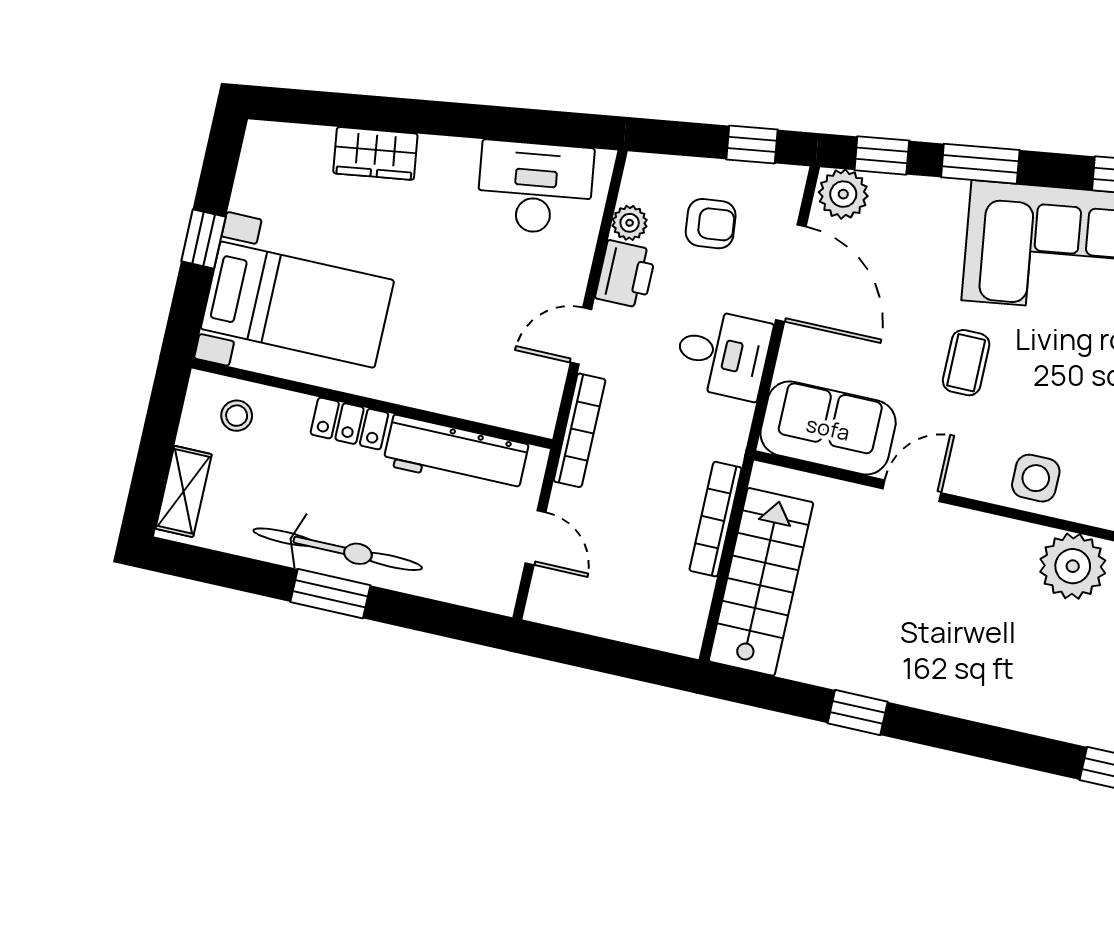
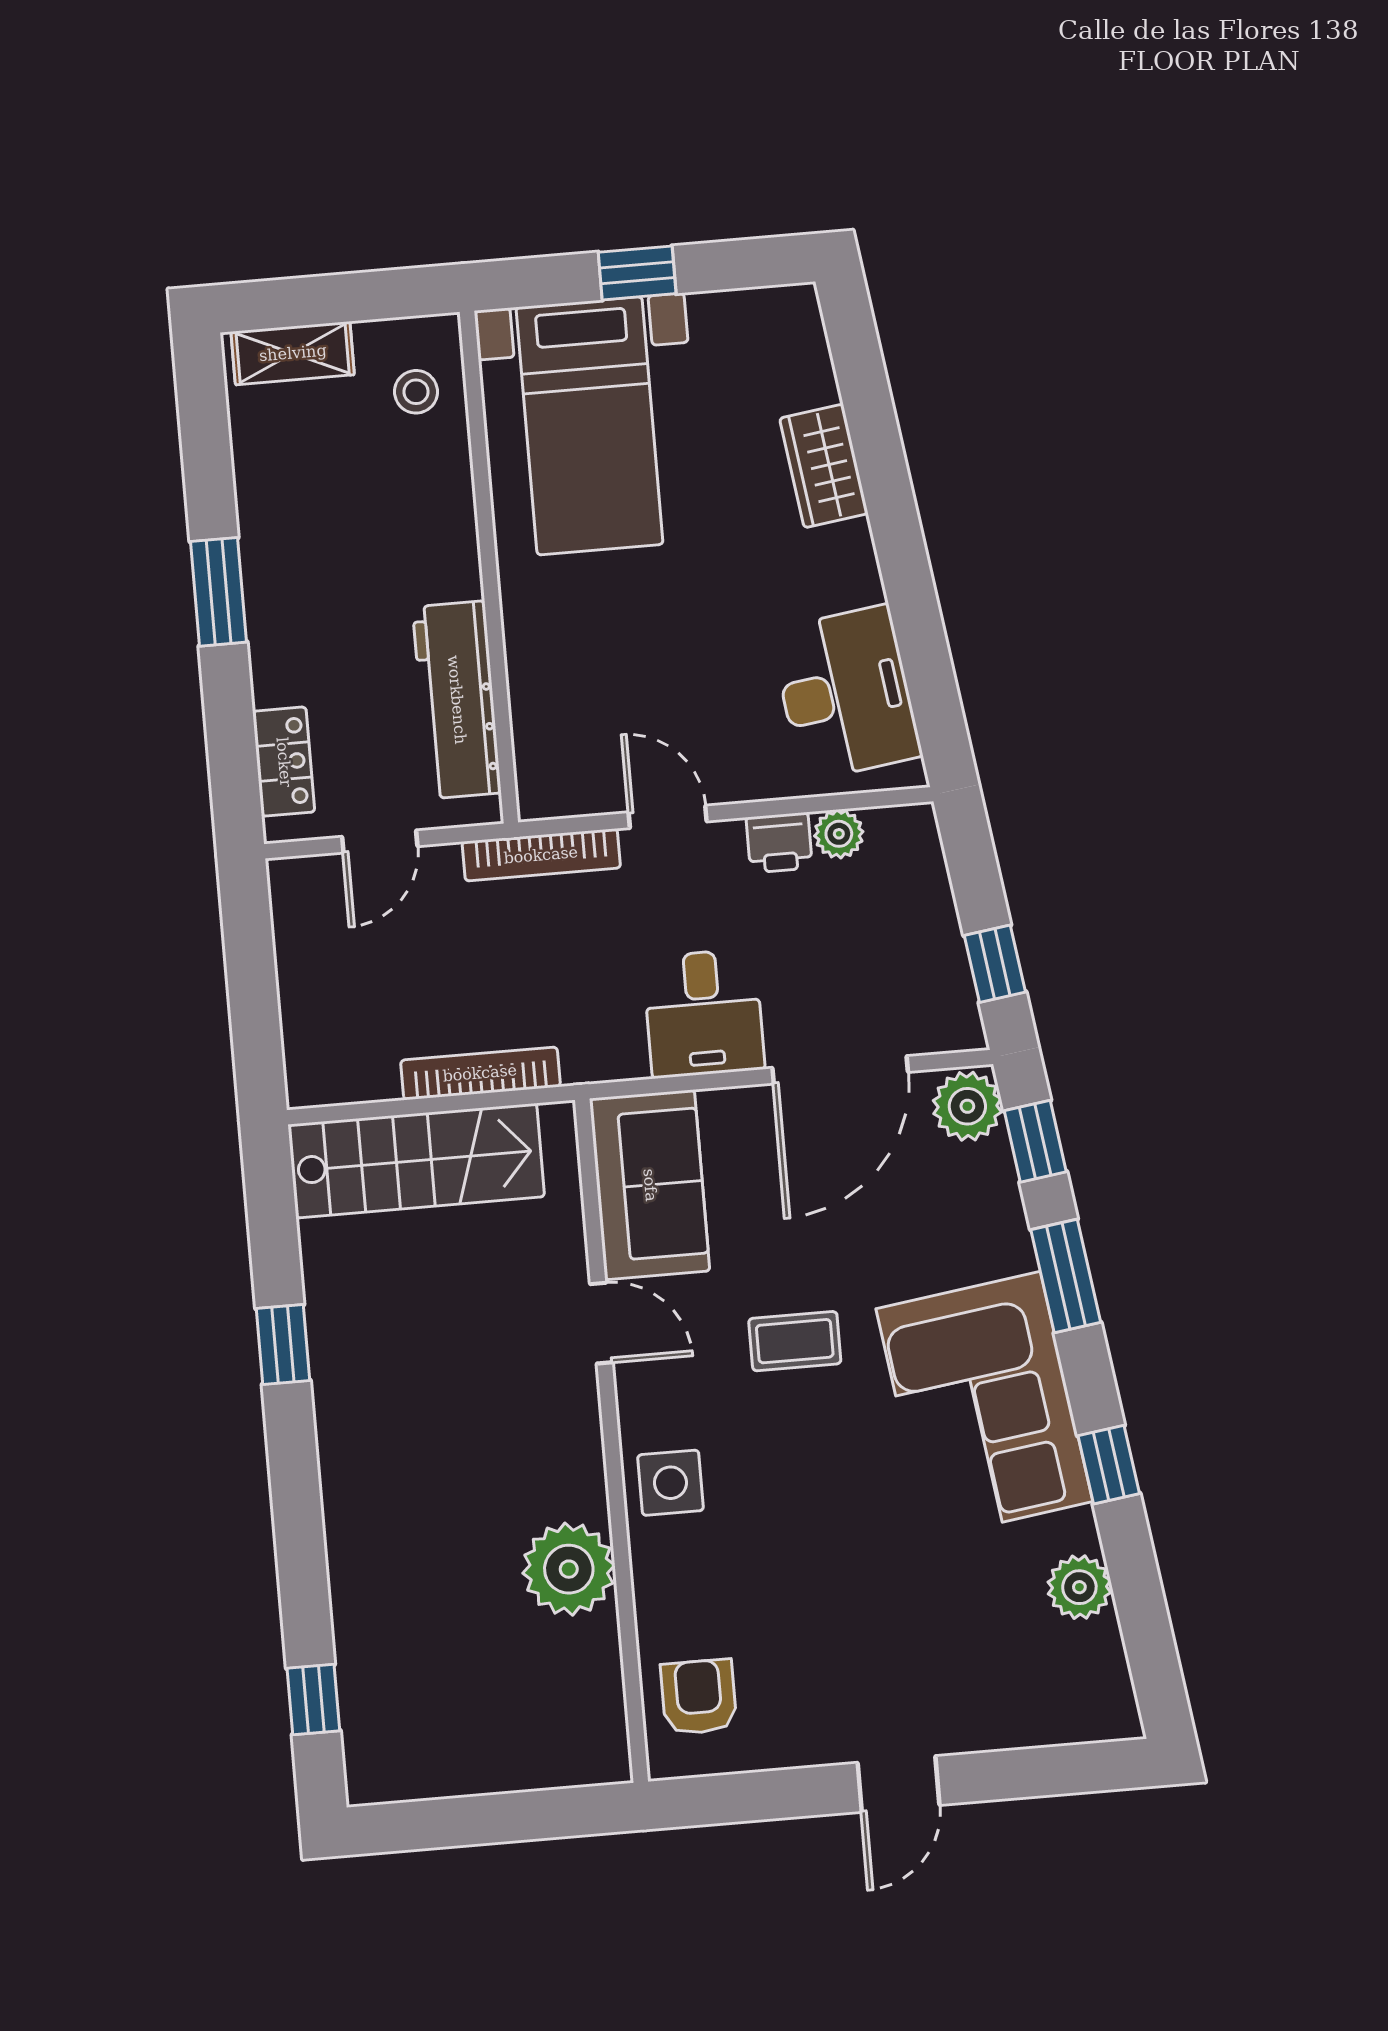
armchair: (711, 224) -> (872, 942), removed
printer: (626, 274) -> (779, 843), width x0.73, depth x0.81
locker: (349, 424) -> (284, 762), moved, turned 180
bicycle: (338, 549) -> (281, 583), removed

